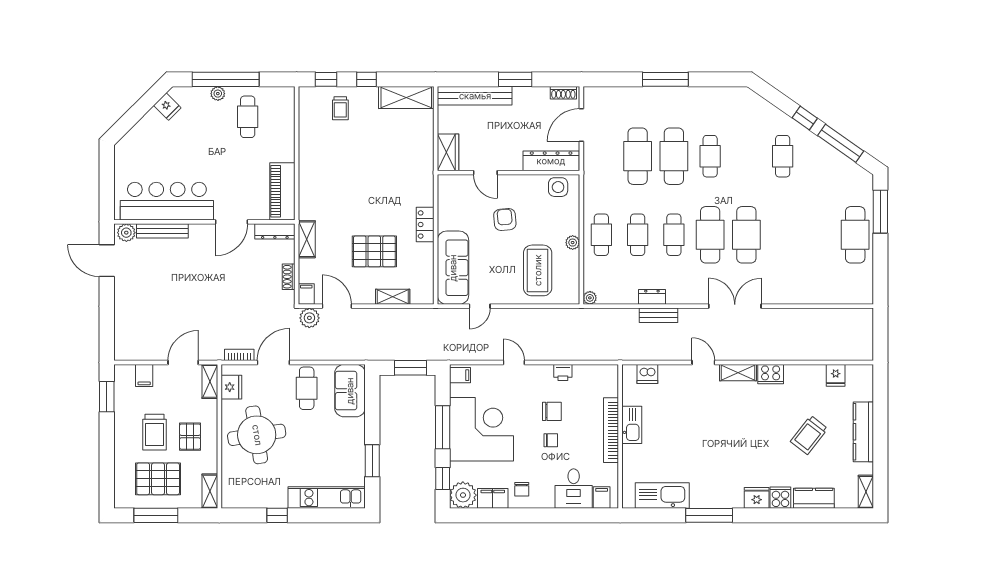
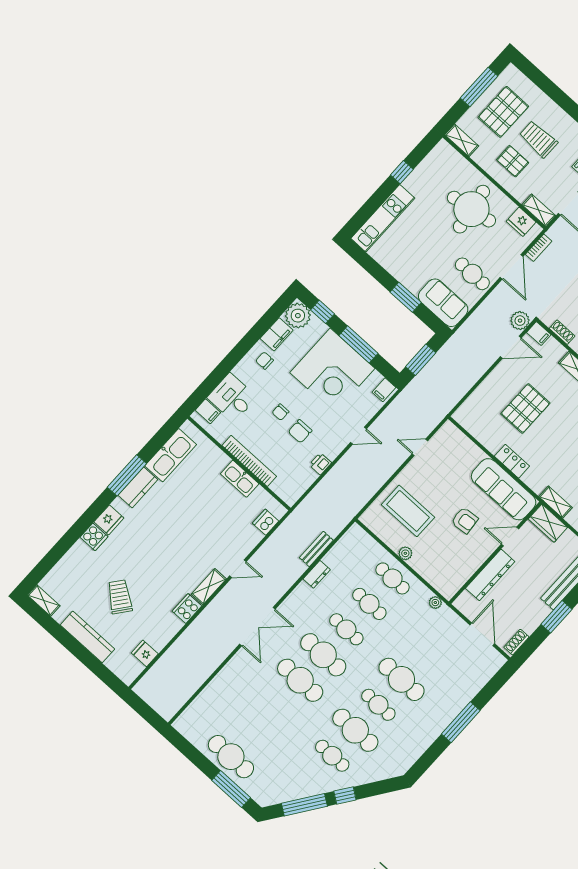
cafe table: (638, 156) -> (355, 730), moved
dresser: (551, 161) -> (490, 575), moved
side table: (558, 187) -> (454, 578), removed
sofa: (453, 268) -> (504, 489), moved
shelving: (393, 297) -> (555, 502), moved, turned 90
plant: (590, 298) -> (435, 603), moved
door: (480, 306) -> (420, 447), hinge flipped
bench: (659, 315) -> (316, 549), moved
window: (372, 461) -> (406, 297), moved
kitchen counter: (814, 498) -> (138, 487), moved

